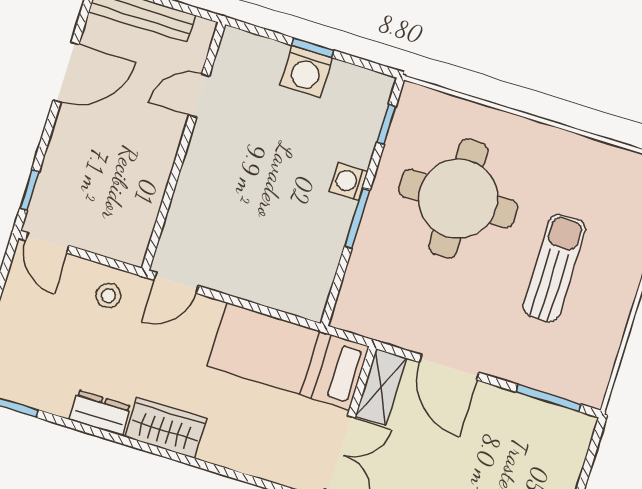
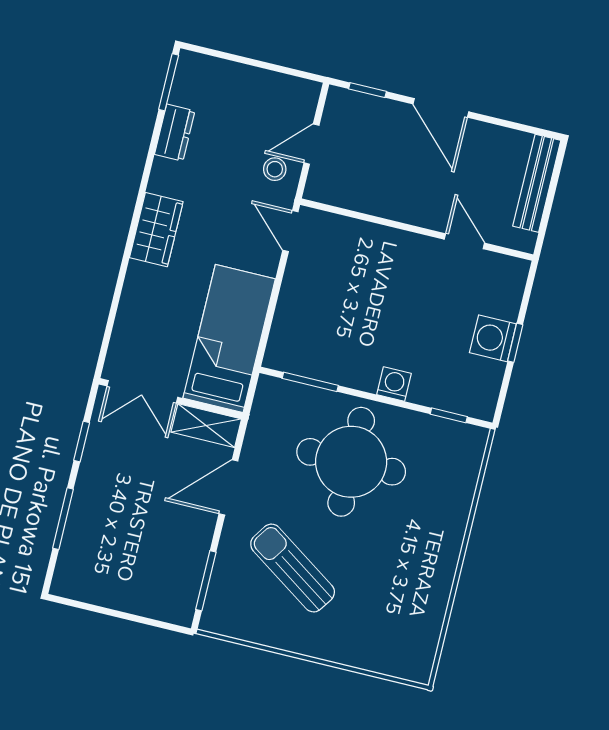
door: (66, 72) -> (441, 108), moved
round table: (458, 198) -> (351, 462), moved
window: (357, 218) -> (310, 382), moved
door: (47, 243) -> (311, 144), moved
sun lounger: (554, 268) -> (293, 568), moved, turned -146
dresser: (100, 413) -> (175, 133), moved

